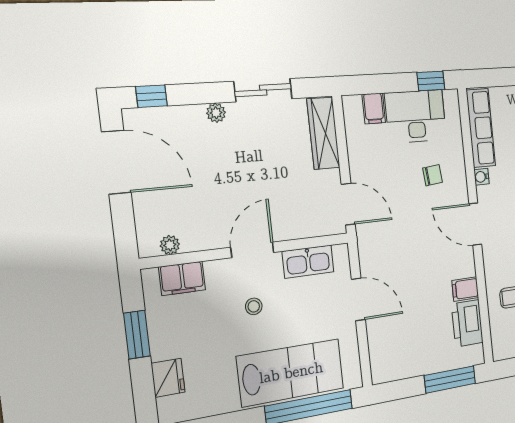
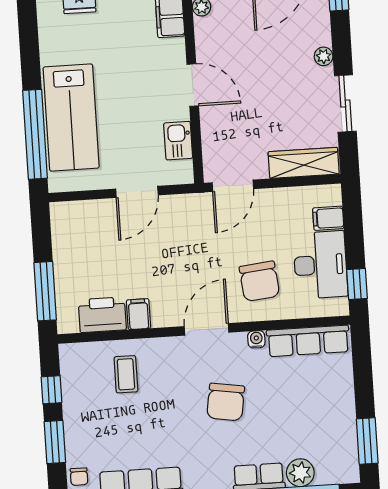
chair: (433, 175) -> (259, 281), width x1.87, depth x1.87
kitchen sink: (308, 262) -> (178, 141), width x0.73
stool: (254, 306) -> (139, 84), removed

